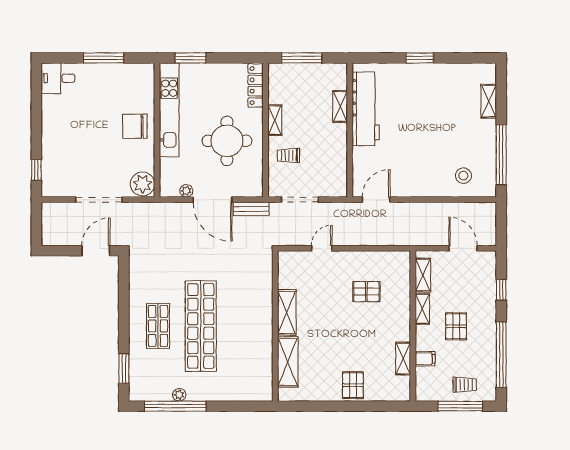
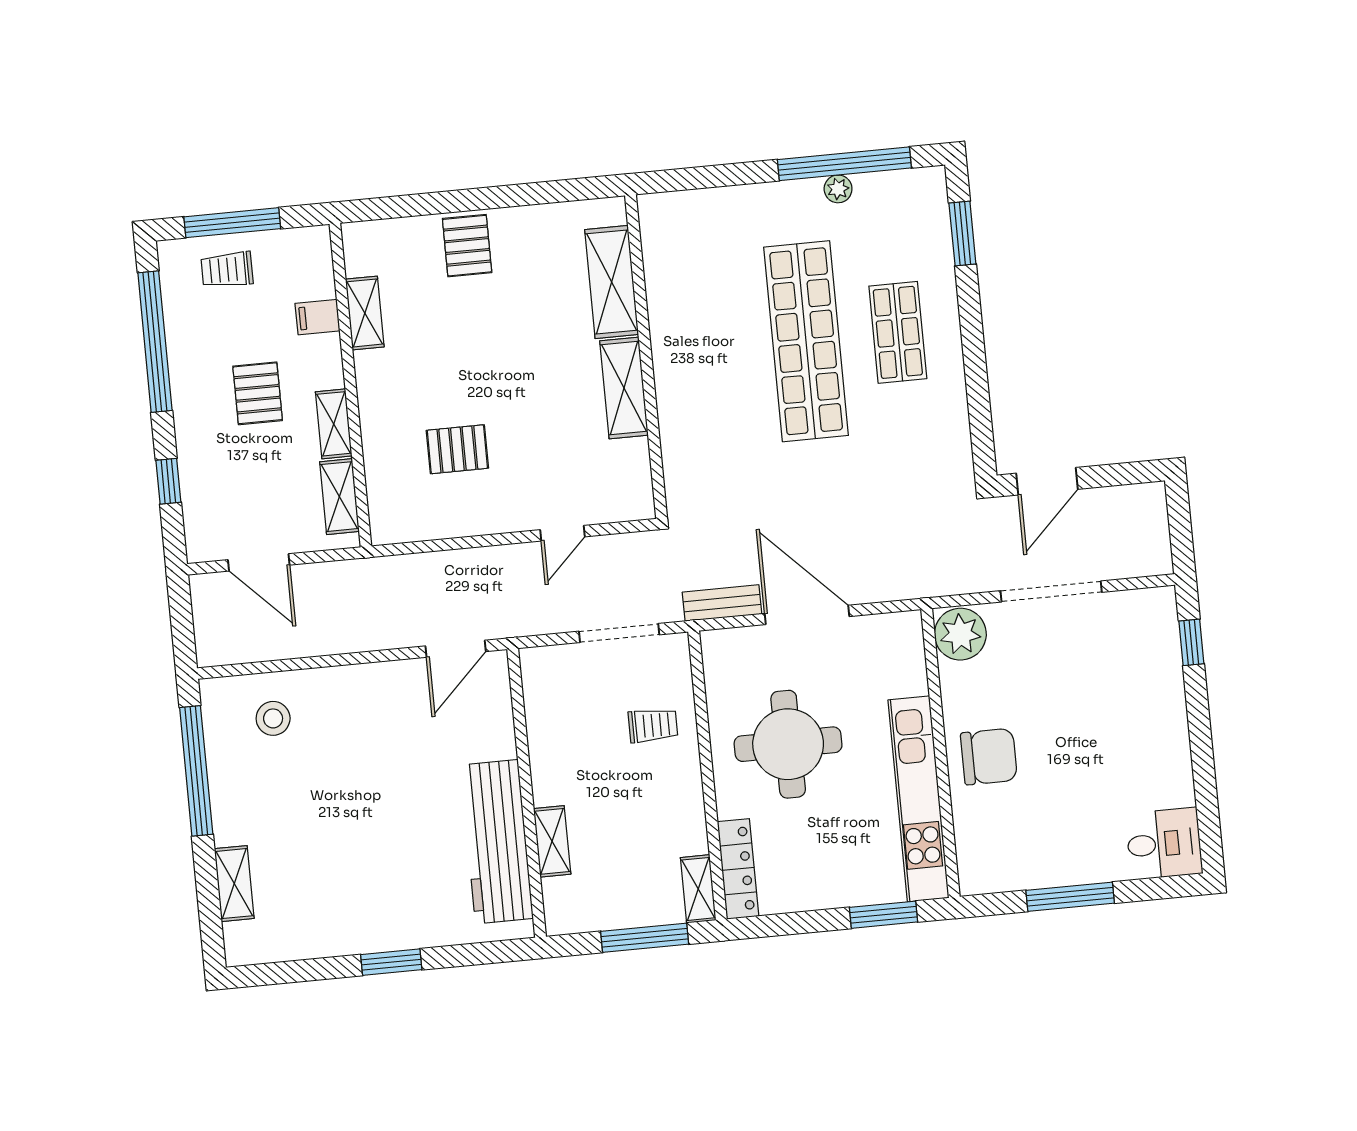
shelving: (275, 120) -> (698, 889), moved
plant: (186, 191) -> (865, 628), removed

